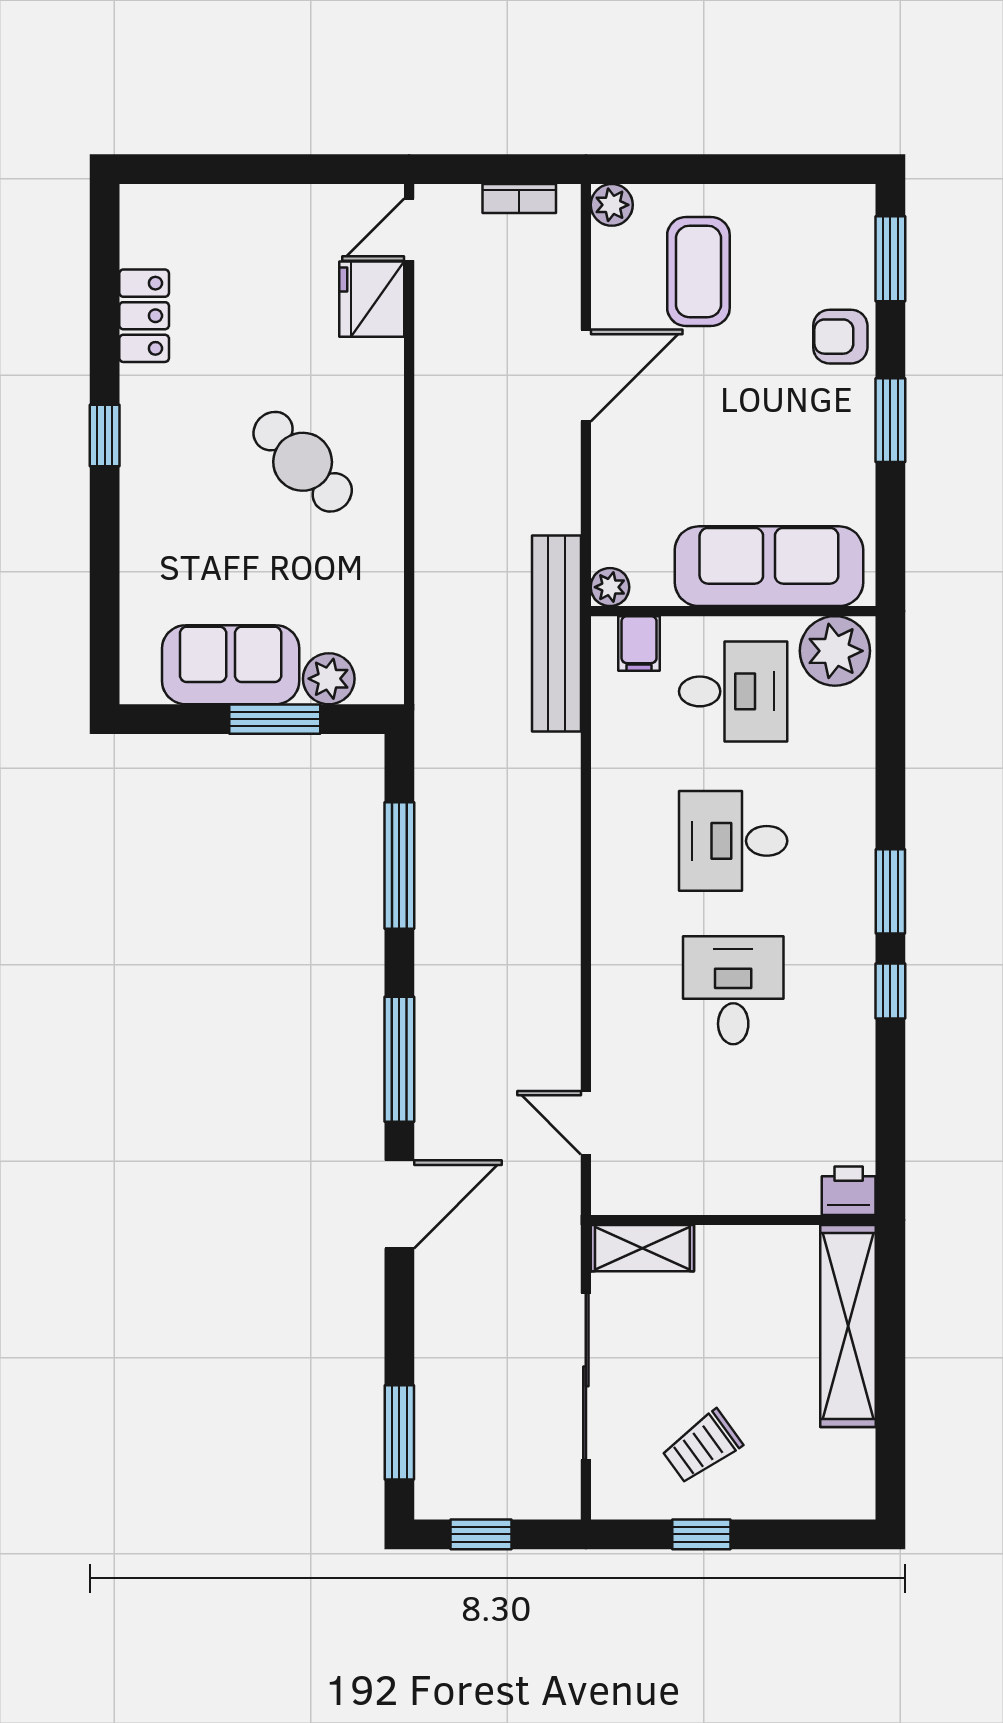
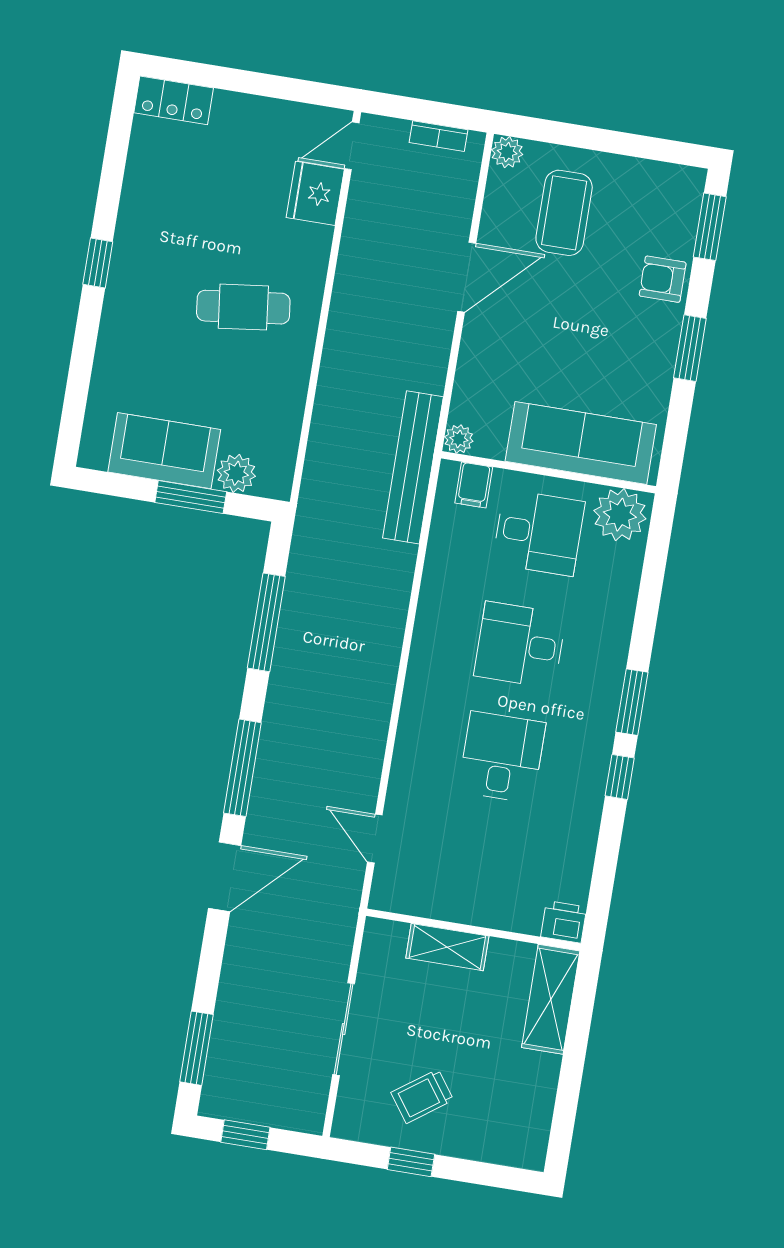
locker: (144, 316) -> (174, 100), moved, turned 90
cafe table: (303, 462) -> (243, 307), turned -53
shelving: (642, 1248) -> (447, 947), moved
shelving: (848, 1326) -> (551, 999), width x0.68
sliding door: (586, 1376) -> (344, 1029), width x0.73

